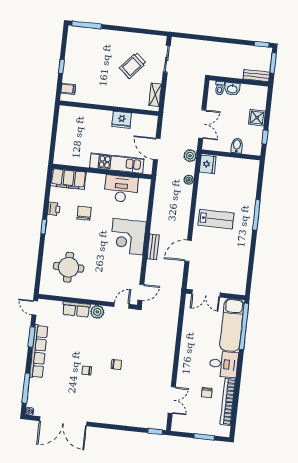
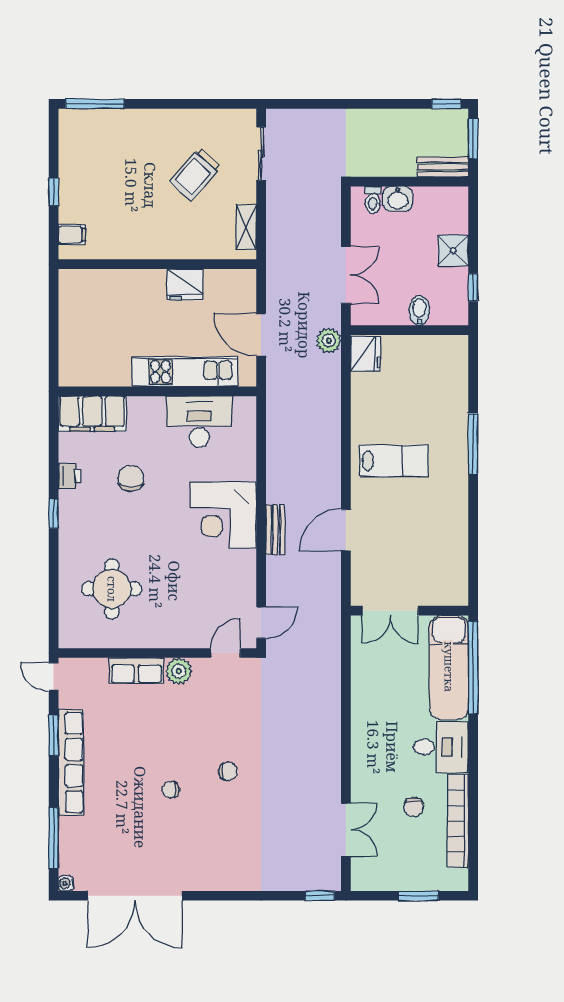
plant: (189, 180) -> (331, 389), removed

